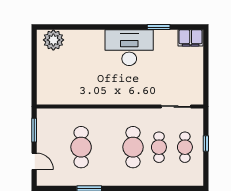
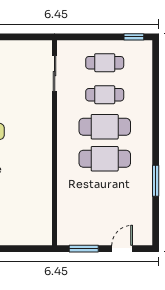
window: (206, 144) -> (134, 37), moved
cafe table: (81, 147) -> (105, 159), moved

